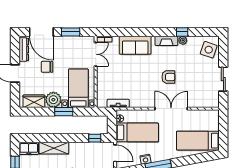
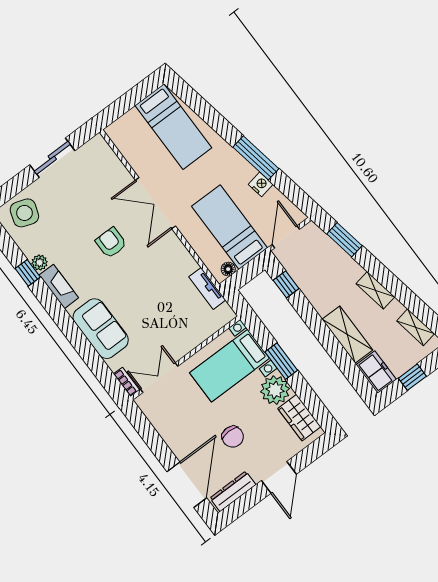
window: (71, 32) -> (154, 441), removed

